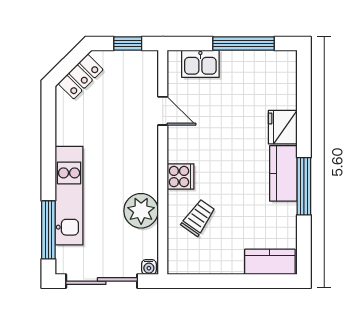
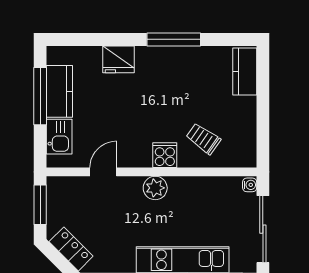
window: (128, 44) -> (40, 205), width x1.50
kitchen counter: (283, 173) -> (59, 91), moved, turned -90
plant: (141, 211) -> (155, 188), moved, width x0.73, depth x0.73

